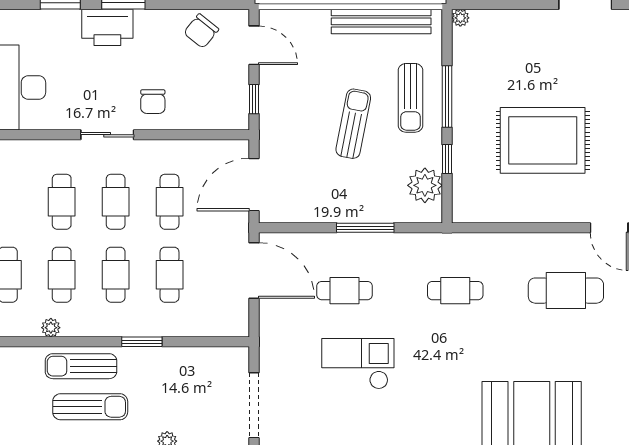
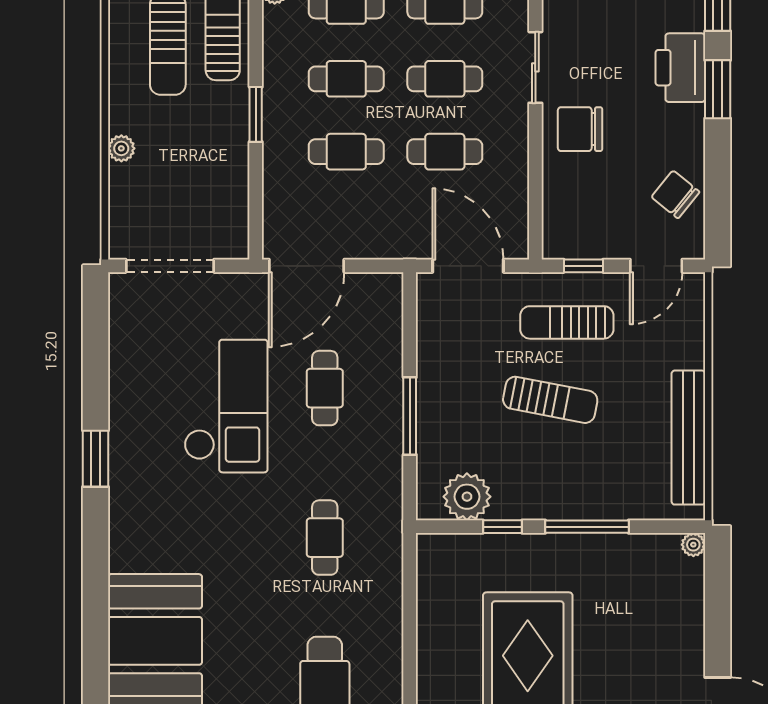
sun lounger: (410, 98) -> (567, 322), moved
chair: (153, 102) -> (580, 129), width x1.37, depth x1.37
door: (254, 270) -> (307, 266), moved
checkout: (358, 364) -> (226, 406), width x1.36, depth x1.21

